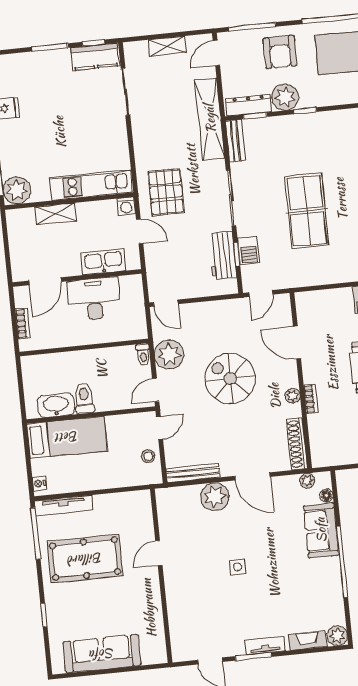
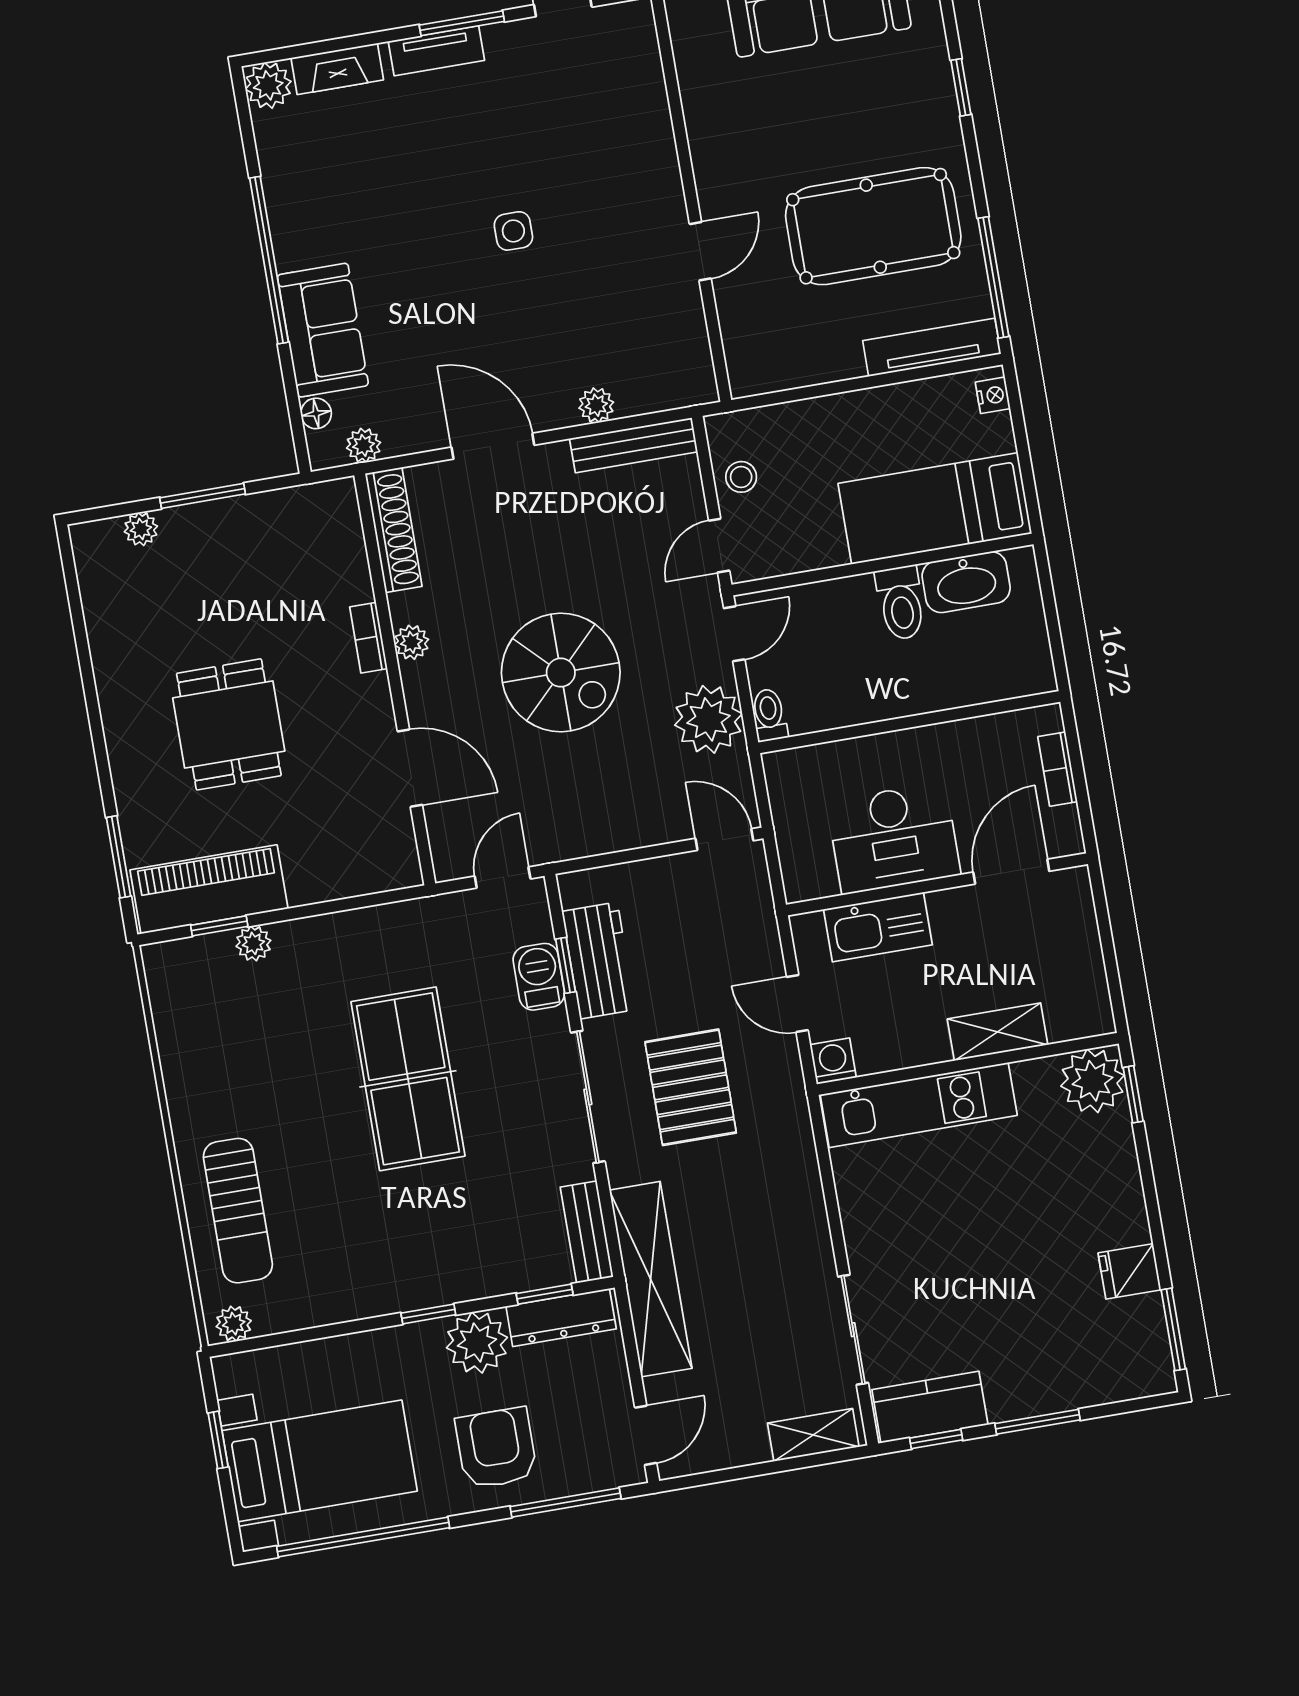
shelving: (167, 46) -> (813, 1435), moved
pallet: (166, 192) -> (691, 1087), moved
plant: (215, 497) -> (596, 405), width x0.53, depth x0.53

